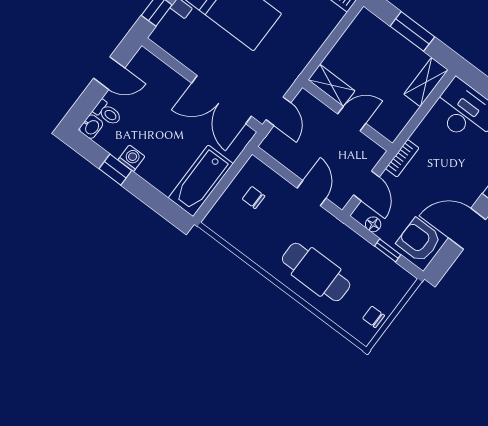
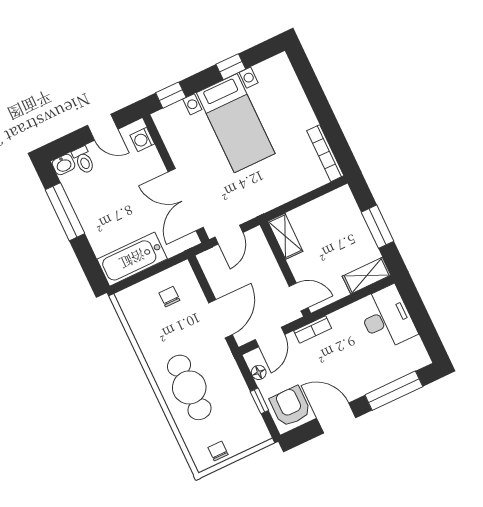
door: (352, 119) -> (299, 297), moved
washing machine: (131, 158) -> (142, 139), moved, turned 180
window: (115, 170) -> (65, 212), width x2.17
door: (312, 193) -> (221, 319), width x1.38

